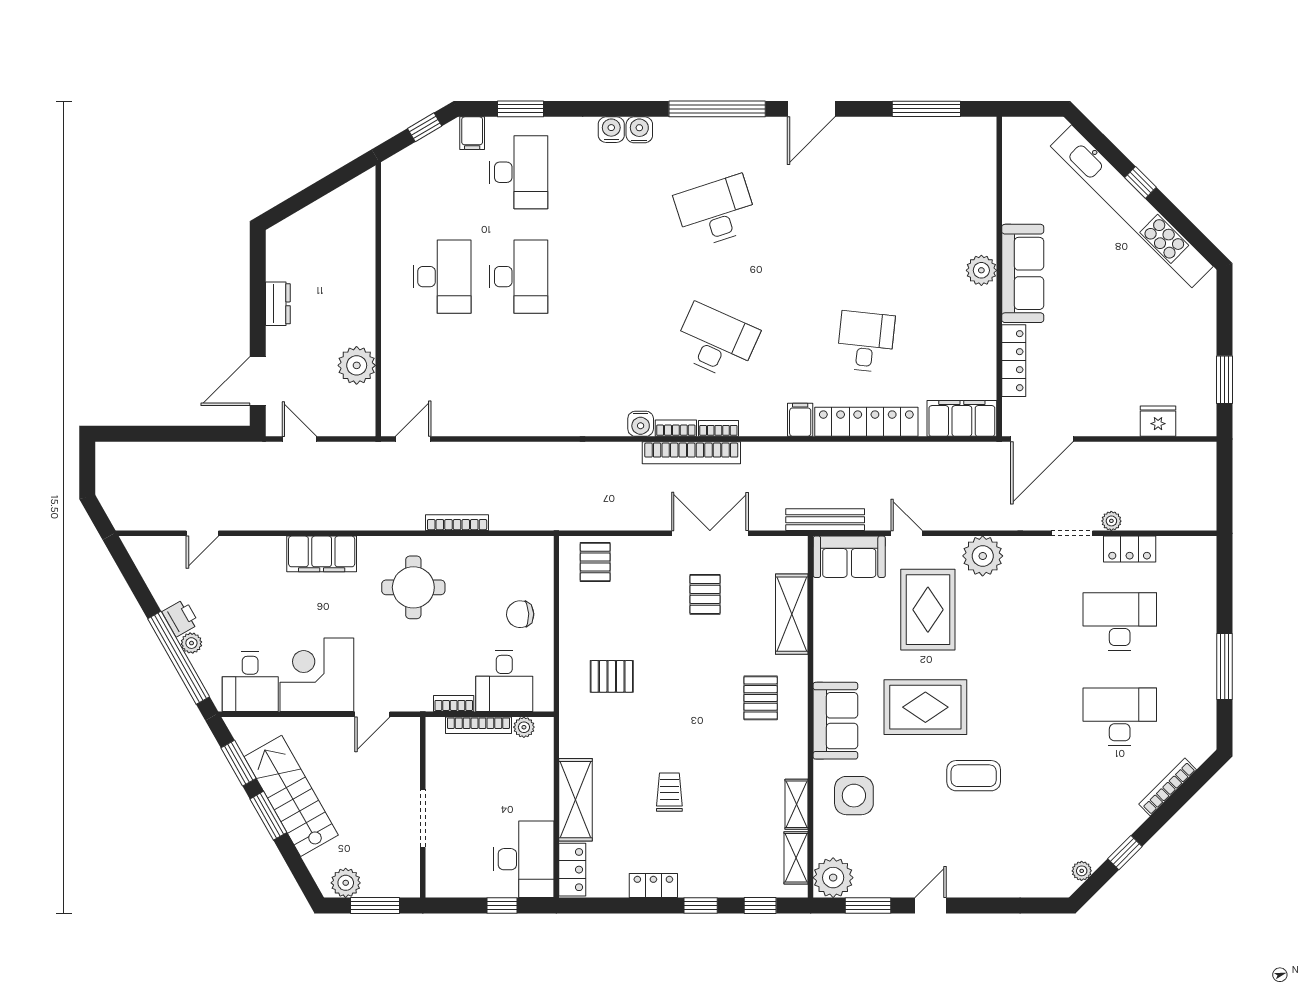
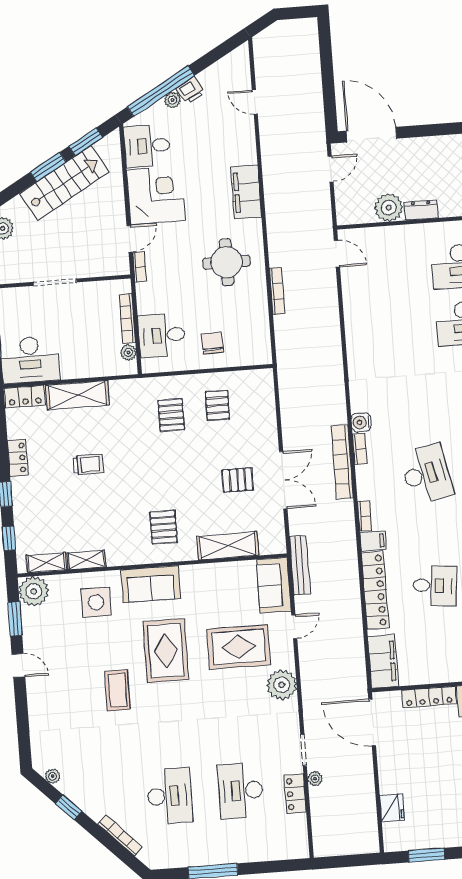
dresser: (278, 304) -> (421, 210), moved, turned 180
desk: (716, 342) -> (426, 474), turned -36
door: (258, 381) -> (371, 135), width x1.36
bookcase: (718, 428) -> (365, 516), moved
pallet: (595, 562) -> (217, 405), moved, turned 90
desk: (1120, 621) -> (241, 790), turned 180
pallet: (761, 698) -> (163, 527), turned 90
bookcase: (454, 704) -> (140, 267), moved
door: (372, 714) -> (130, 239), swing flipped

